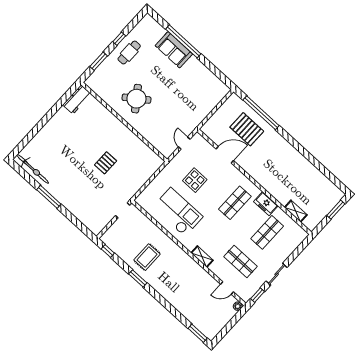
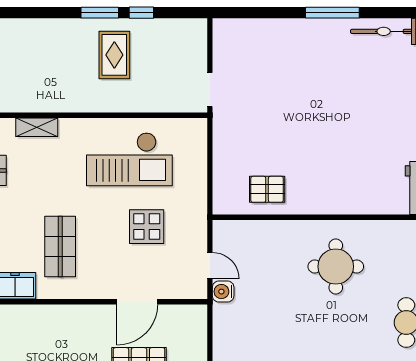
round table: (136, 99) -> (336, 266), turned 36
water cooler: (188, 129) -> (223, 292), added
pallet: (106, 163) -> (267, 189), moved, turned 90
window: (108, 251) -> (141, 13), moved

